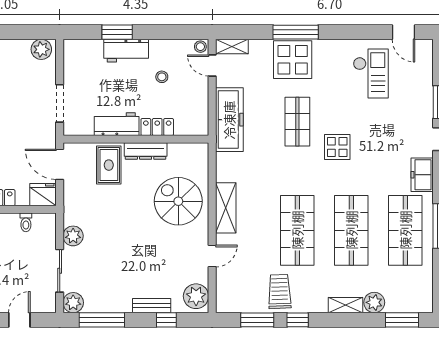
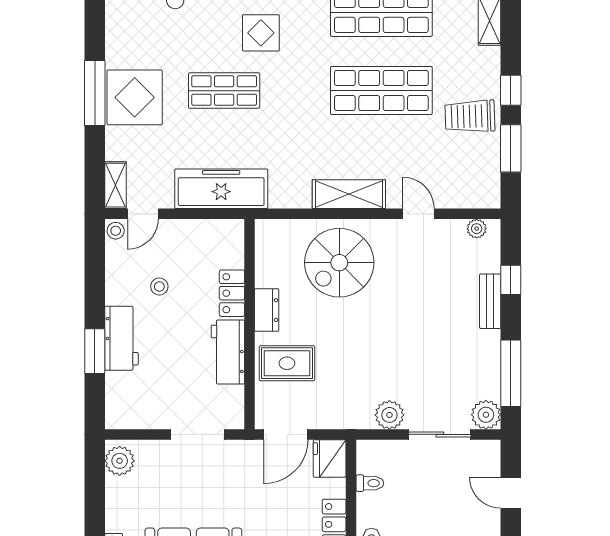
dresser: (146, 151) -> (267, 310), width x0.70
plant: (196, 296) -> (477, 229), width x0.53, depth x0.53

